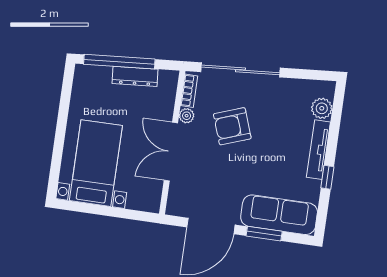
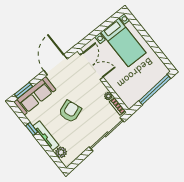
dresser: (135, 76) -> (143, 90), removed
armchair: (232, 126) -> (70, 111), moved
double door: (171, 152) -> (92, 66), moved
window: (264, 234) -> (23, 90), moved

